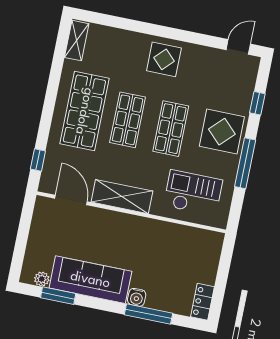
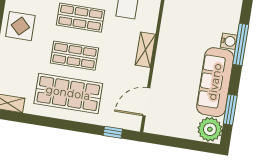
shelving: (122, 197) -> (145, 50), width x0.67, depth x0.75
plant: (42, 279) -> (210, 129), width x1.87, depth x1.87
window: (149, 314) -> (241, 44), moved

